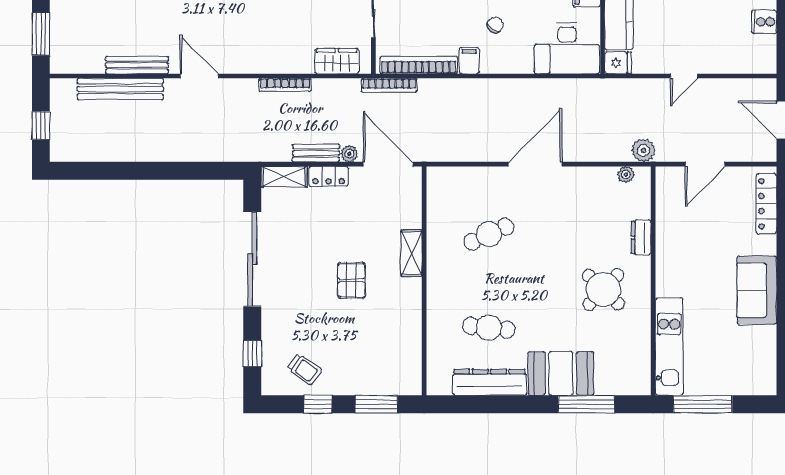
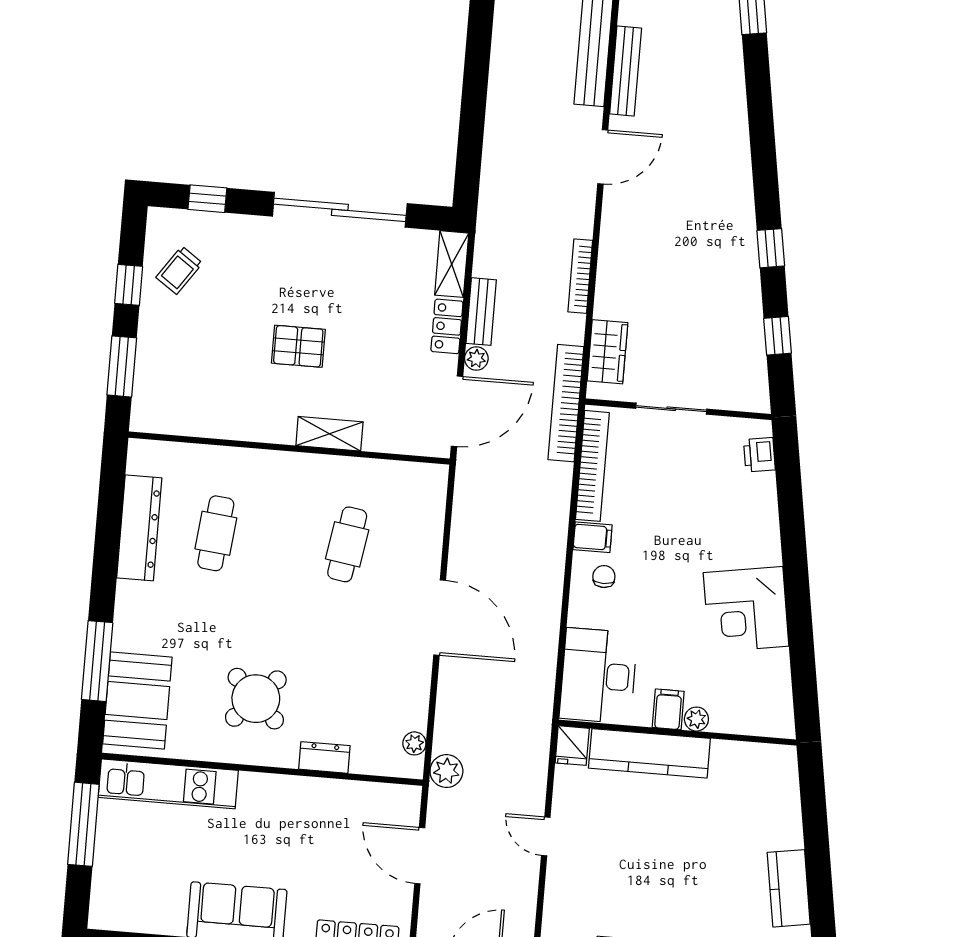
chair: (495, 25) -> (604, 577), moved, turned -125
bookcase: (389, 85) -> (566, 403), width x1.48, depth x1.31
cafe table: (489, 234) -> (347, 544), turned 33
booth: (561, 373) -> (137, 701), moved

